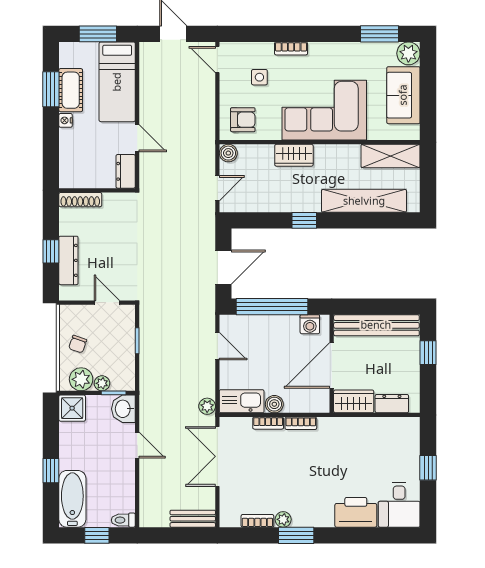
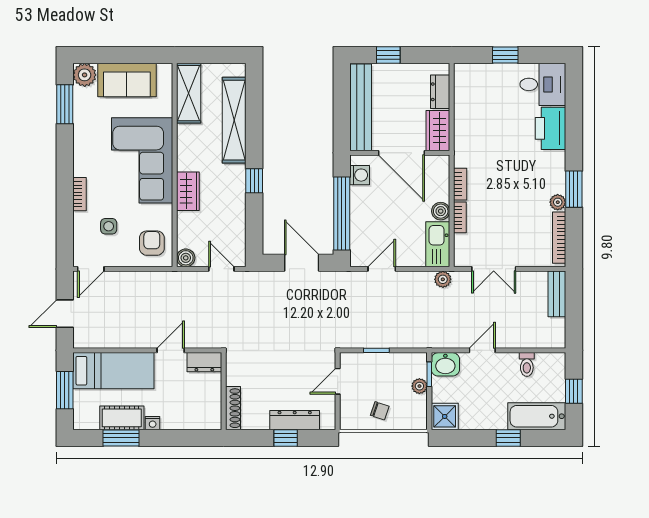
plant: (81, 379) -> (415, 407), removed
double door: (217, 456) -> (494, 269), width x0.73
toilet: (123, 520) -> (527, 364), moved
bookcase: (257, 521) -> (559, 238), width x1.56

